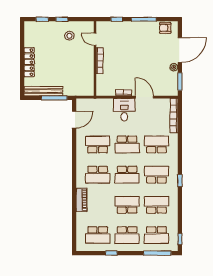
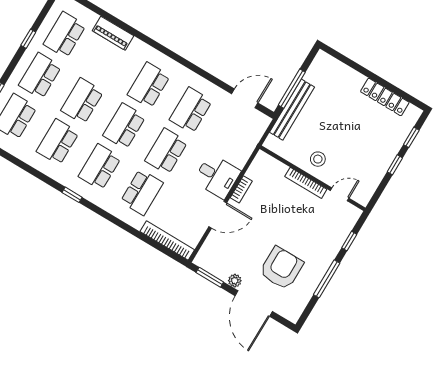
armchair: (165, 28) -> (281, 268), moved, width x1.88, depth x1.88
stool: (69, 36) -> (318, 159), moved
locker: (29, 62) -> (385, 97), moved
bench: (43, 91) -> (292, 110), moved
door: (74, 120) -> (245, 98), swing flipped
school desk: (98, 144) -> (191, 110), turned 180
school desk: (156, 175) -> (100, 167), turned 180
piano: (82, 200) -> (113, 33), moved
school desk: (127, 205) -> (82, 101), turned 180
school desk: (156, 205) -> (58, 142), turned 180

